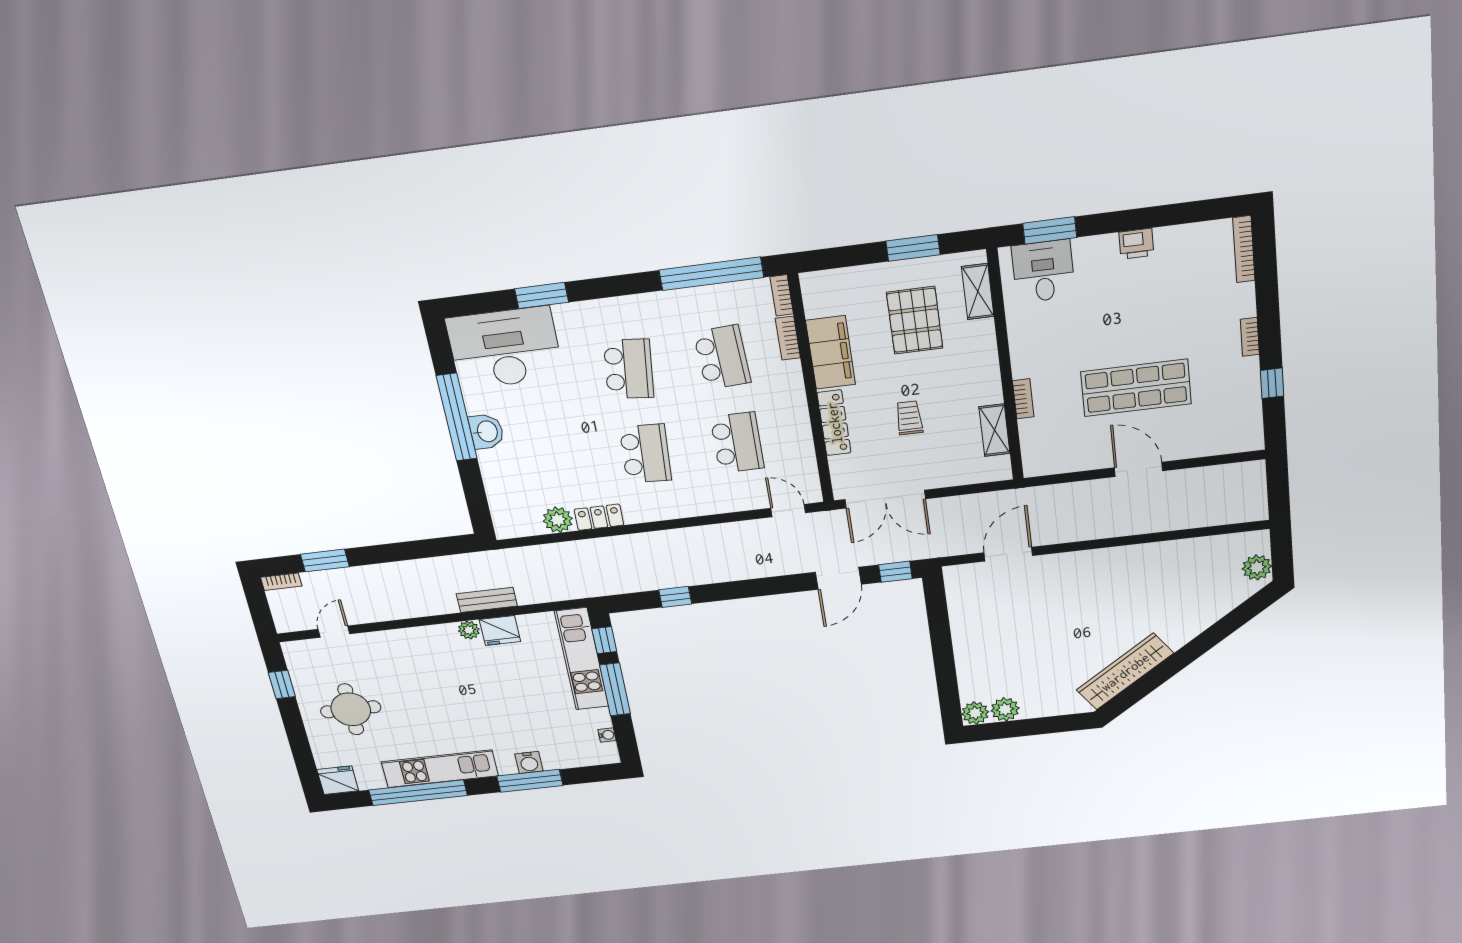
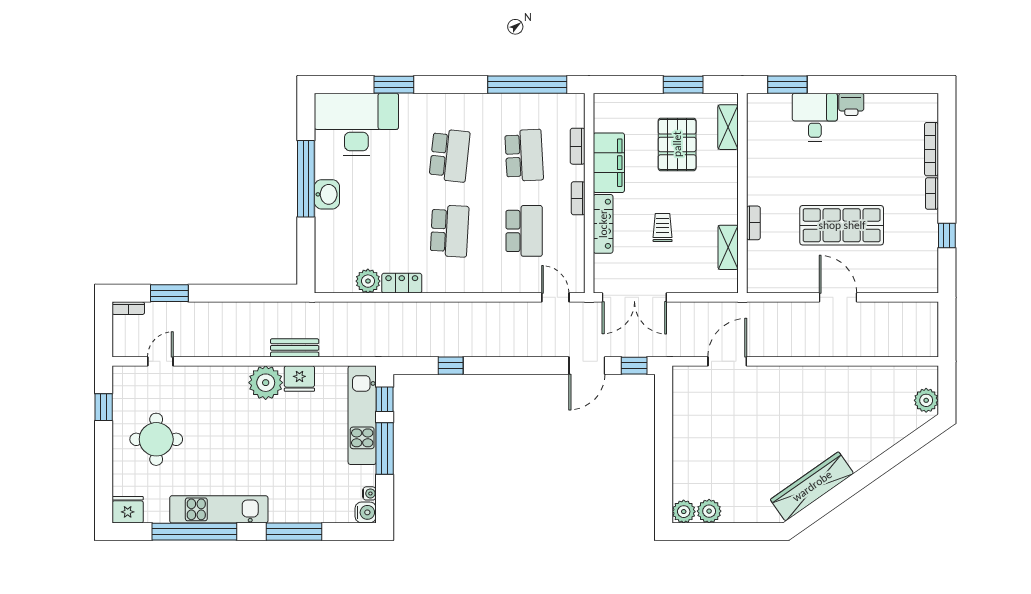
bookcase: (1244, 249) -> (931, 149), moved
desk: (1043, 271) -> (815, 117), moved
bookcase: (782, 295) -> (578, 198), moved
plant: (469, 630) -> (266, 383), width x1.88, depth x1.88
water cooler: (529, 762) -> (366, 512), moved, turned -90

